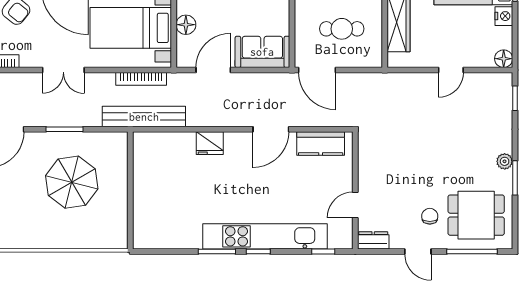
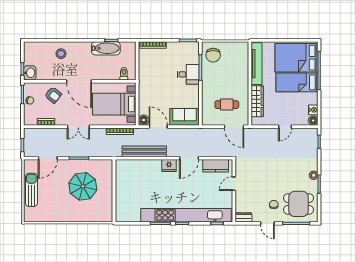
nightstand: (504, 16) -> (313, 110), moved
floor lamp: (186, 25) -> (144, 120), moved
door: (213, 70) -> (158, 127), hinge flipped
door: (317, 70) -> (234, 127), moved
bench: (144, 117) -> (144, 151), moved
fridge: (210, 143) -> (169, 166), moved
door: (355, 205) -> (234, 184), moved
kitchen unit: (265, 236) -> (186, 215), width x1.36

